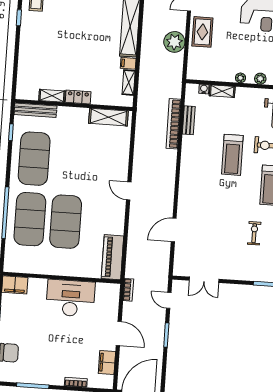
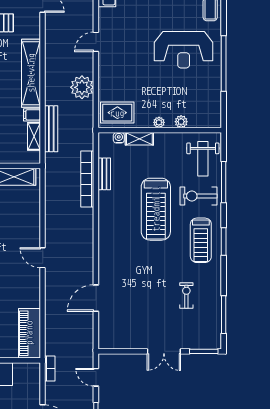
rug: (202, 32) -> (117, 113), moved, turned 90
bench: (144, 77) -> (51, 129), added
treadmill: (232, 155) -> (156, 209), width x1.37, depth x1.38
double door: (204, 280) -> (164, 351), moved

